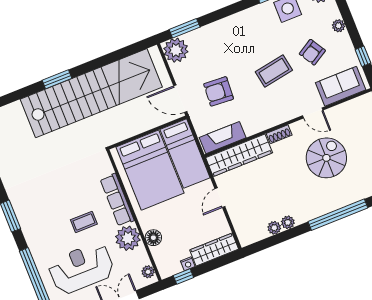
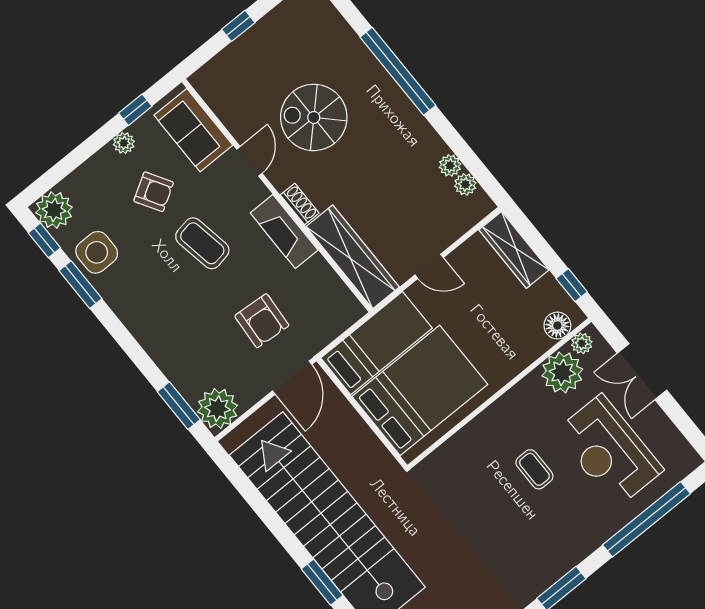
plant: (339, 26) -> (124, 143), moved
fireplace: (223, 138) -> (284, 232), moved
row of seats: (117, 200) -> (483, 428), removed
plant: (288, 222) -> (465, 184), moved
plant: (128, 238) -> (562, 373), moved
floor lamp: (153, 238) -> (557, 326), moved
nightstand: (188, 264) -> (549, 285), removed

